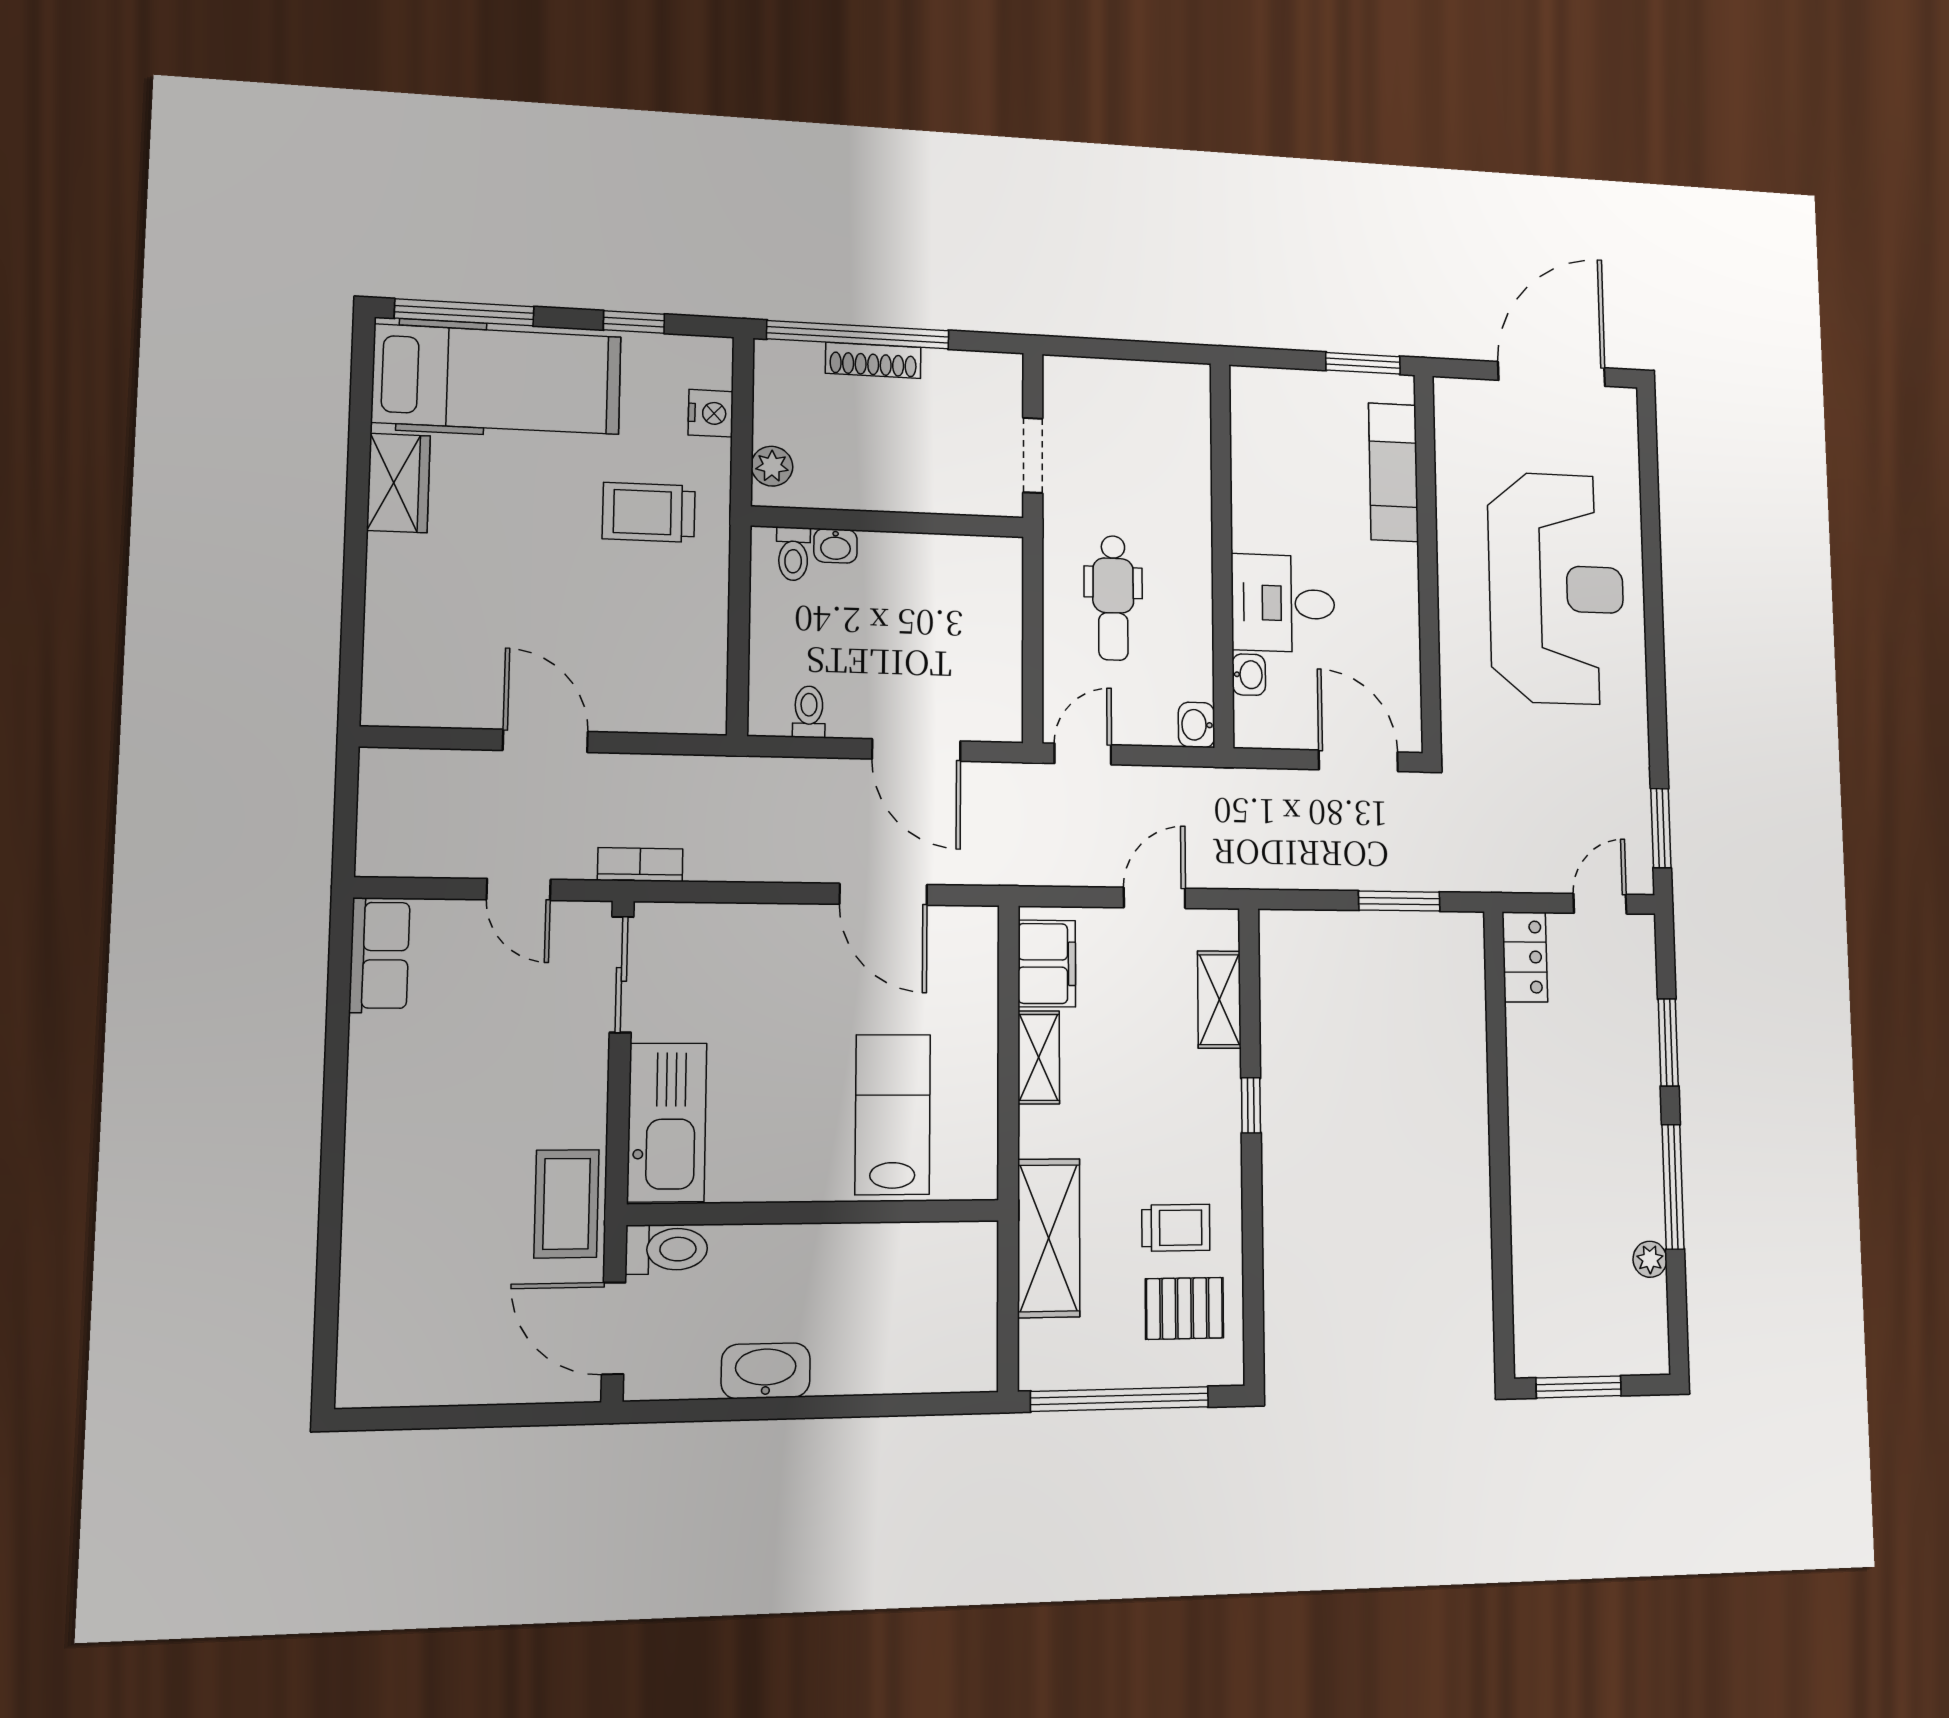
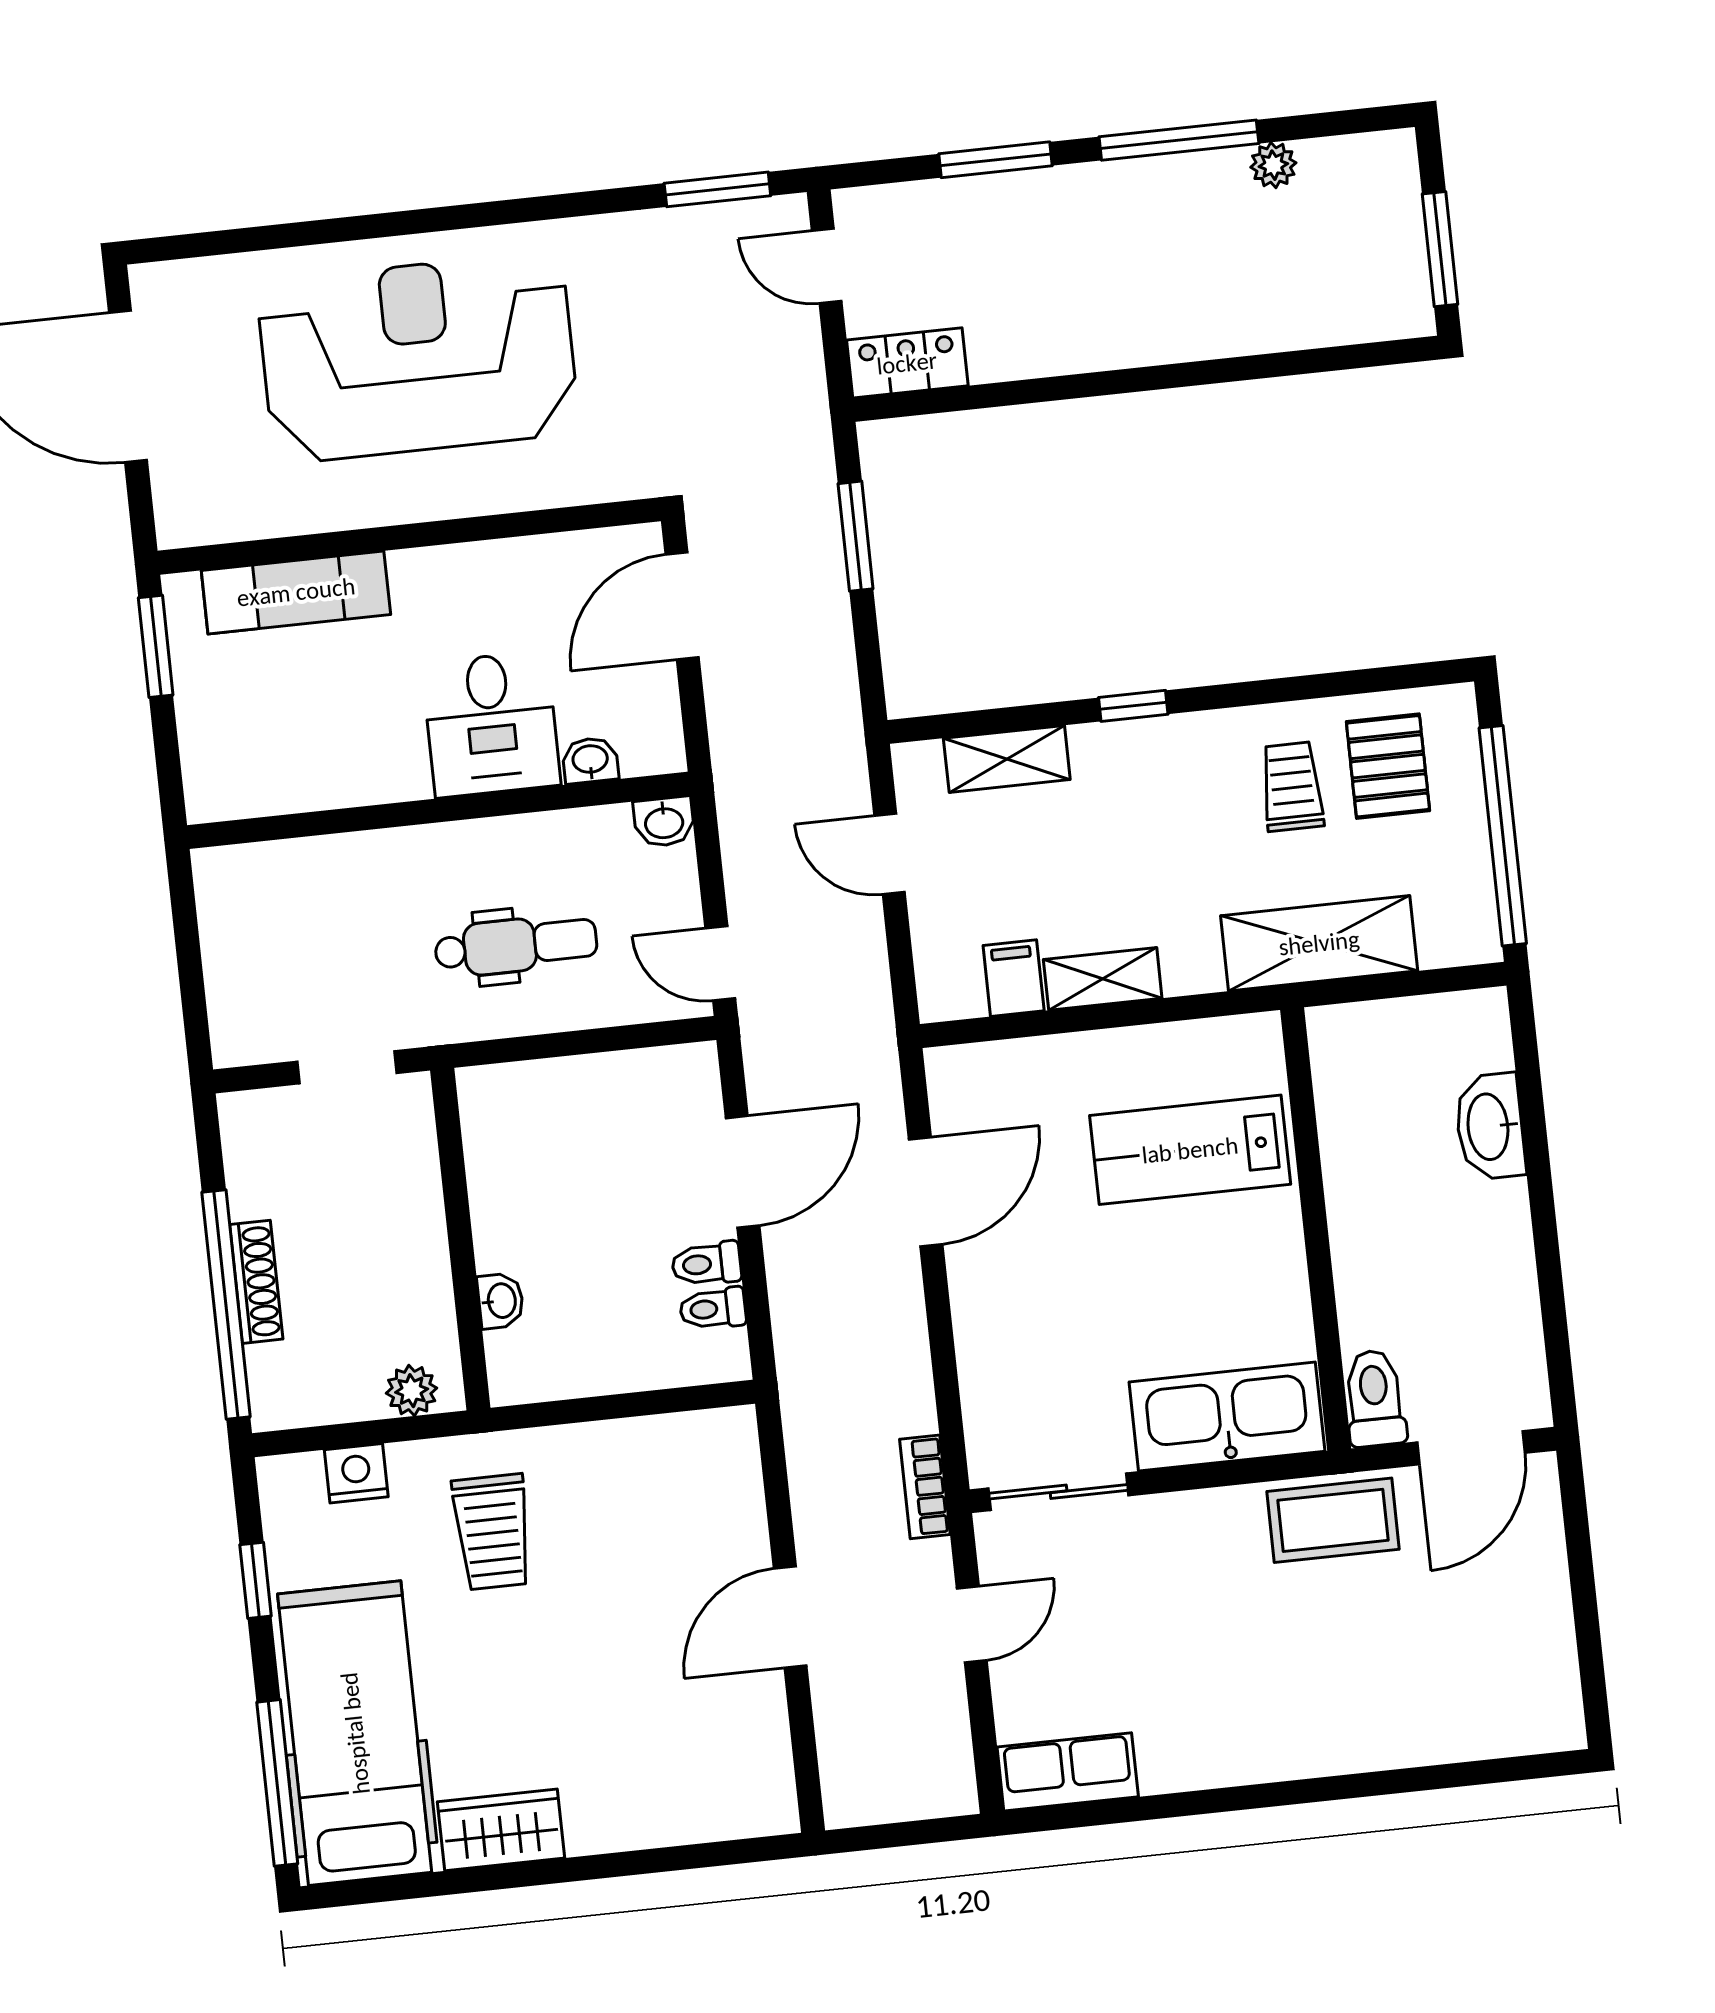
toilet: (793, 554) -> (706, 1264), moved, turned 180
filing cabinet: (1047, 964) -> (1014, 978), width x0.50
washbasin: (766, 1371) -> (1490, 1127), moved

